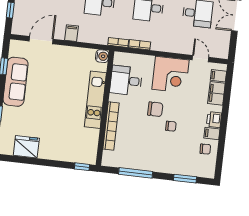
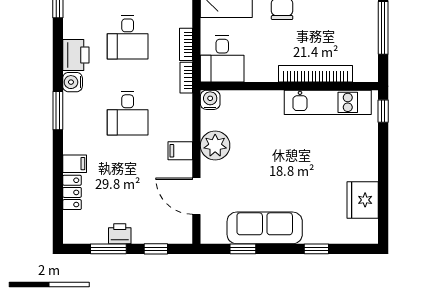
plant: (72, 56) -> (215, 145), added
desk: (126, 81) -> (222, 59), moved
kitchen unit: (95, 100) -> (328, 102), moved

